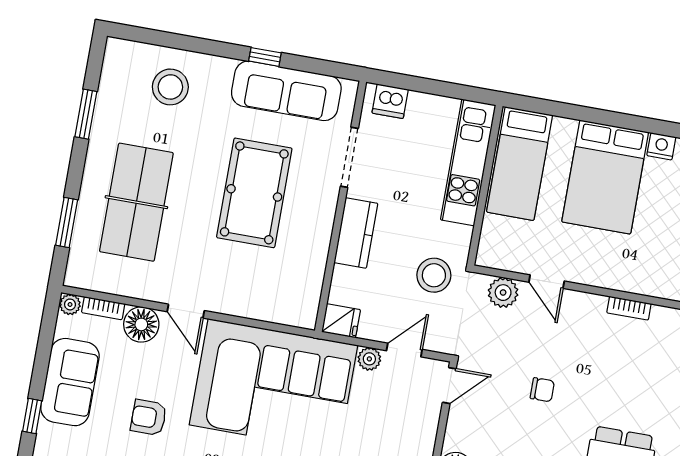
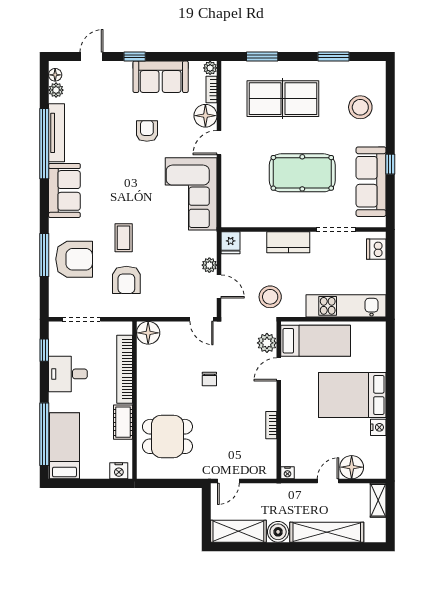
bed: (520, 164) -> (316, 341), moved, turned 180
corner sofa: (274, 385) -> (191, 194), width x0.73, depth x0.74

